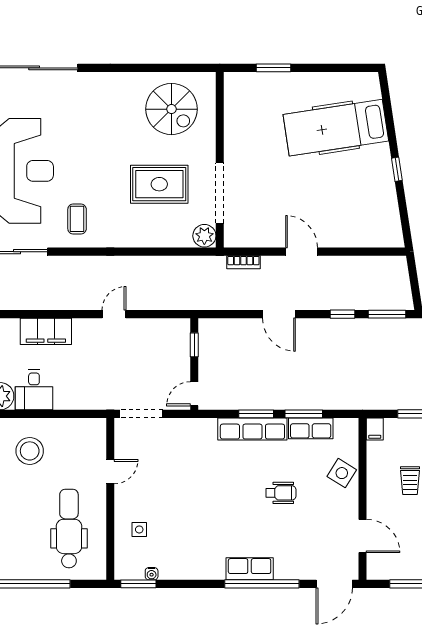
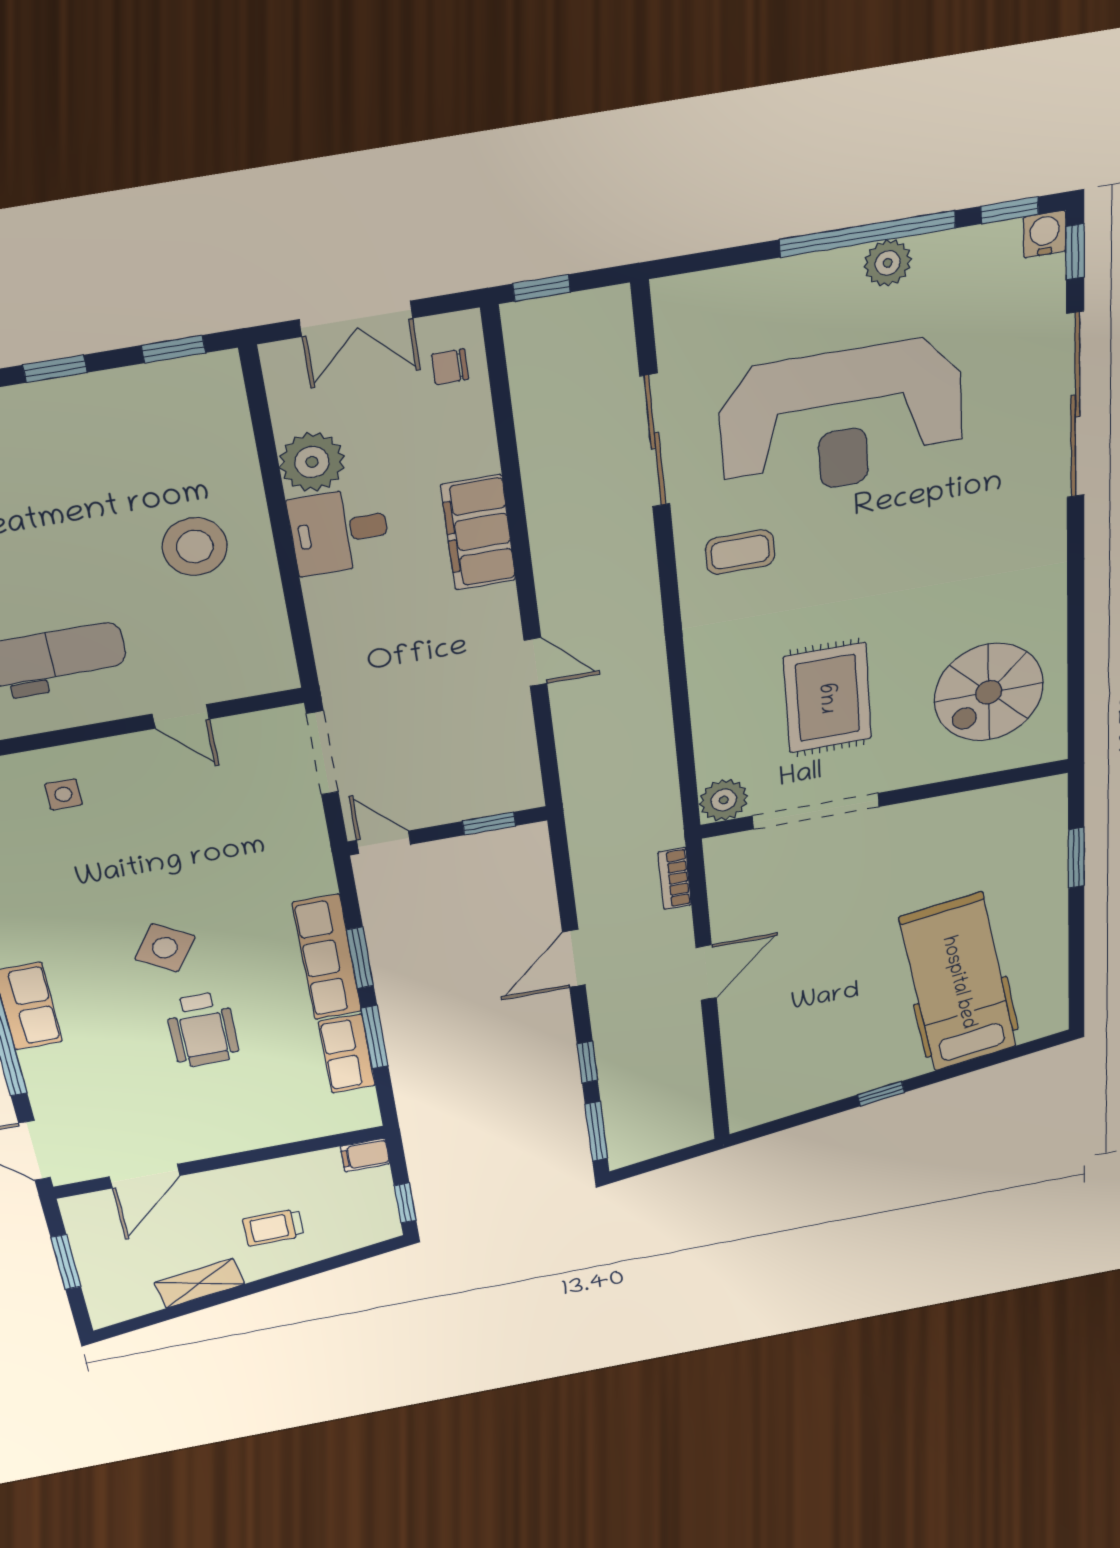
side table: (342, 473) -> (165, 948), moved
wheelchair: (281, 493) -> (202, 1030), width x1.36, depth x1.37

